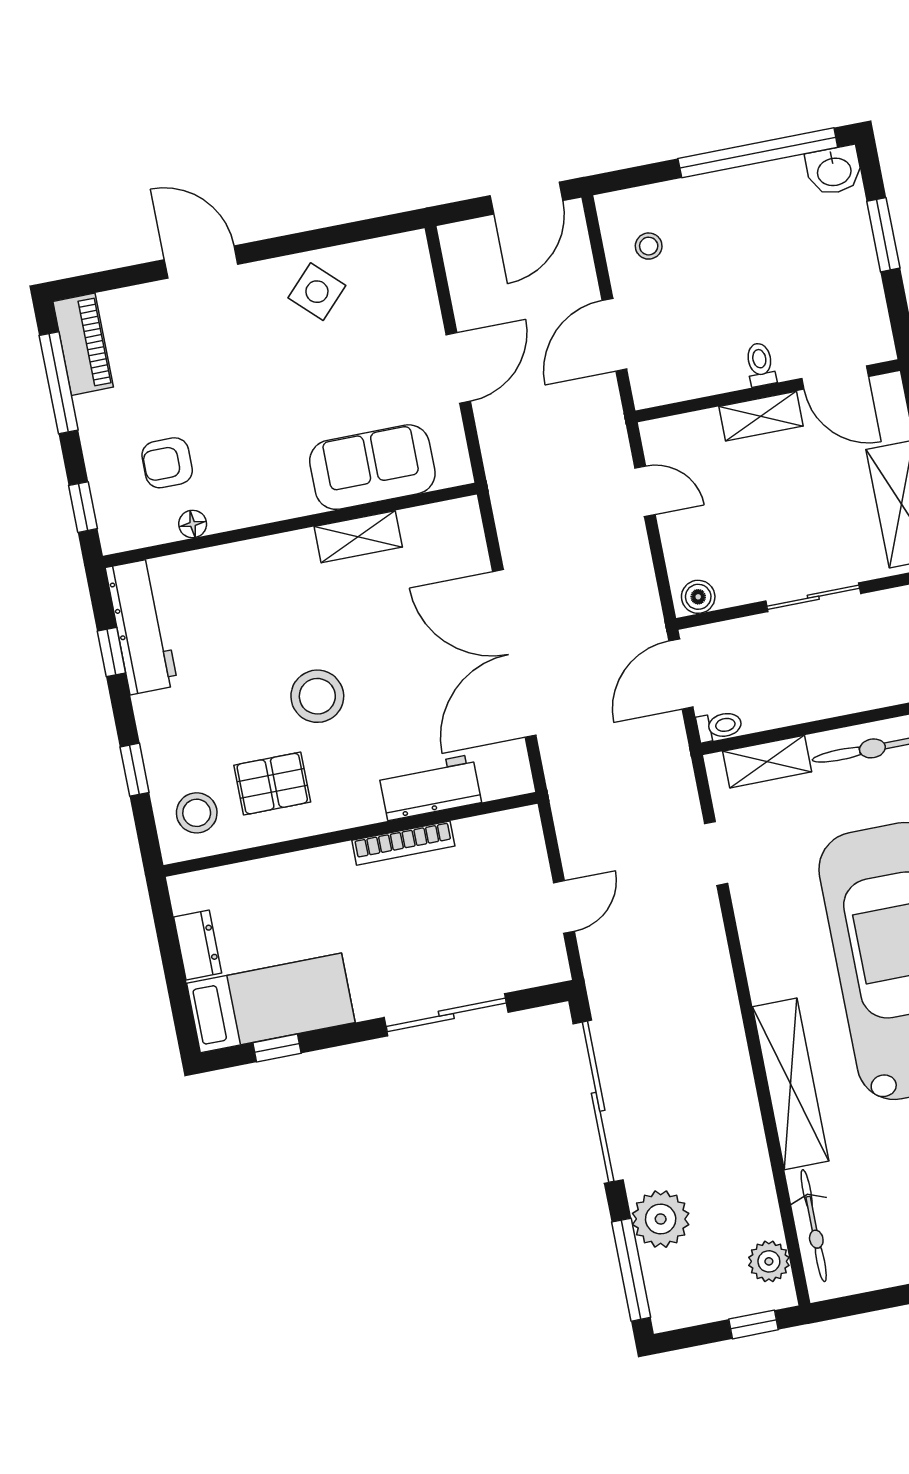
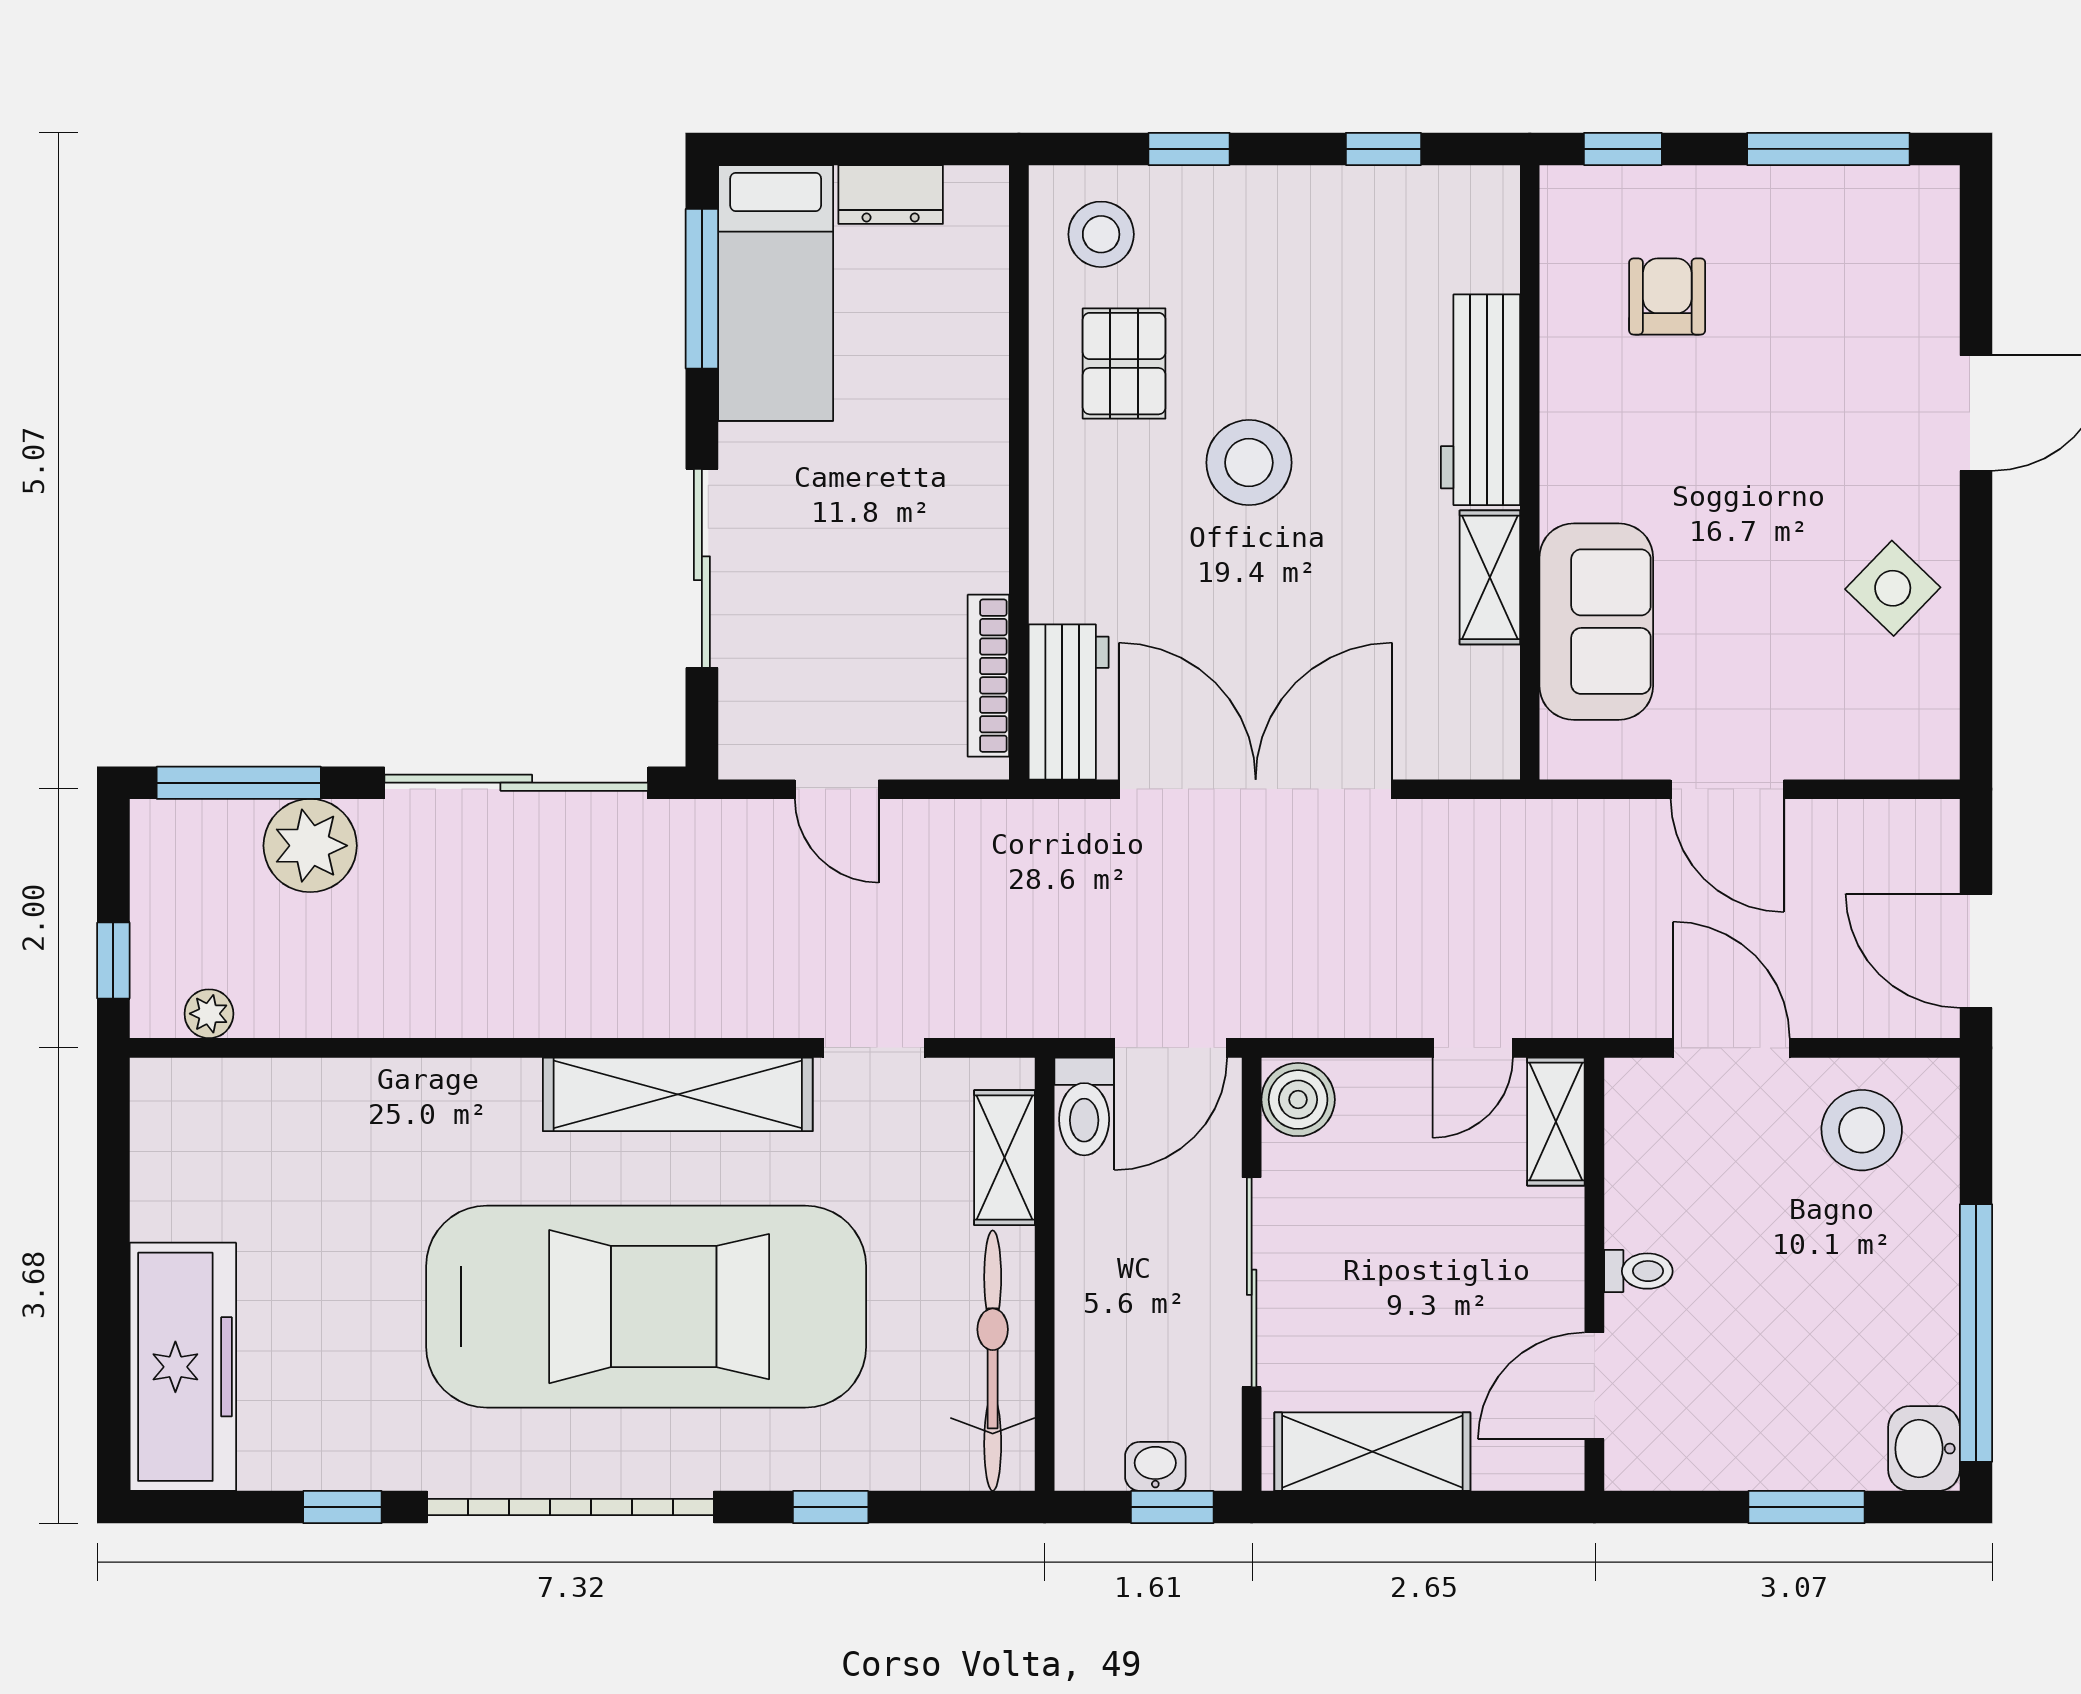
stool: (649, 246) -> (1862, 1130), width x1.89, depth x1.89
piano: (83, 344) -> (1882, 200), removed
shelving: (761, 416) -> (1556, 1122), moved
floor lamp: (193, 524) -> (1562, 318), removed
boiler: (698, 597) -> (1298, 1100), width x1.36, depth x1.36
sliding door: (813, 597) -> (1252, 1282), width x1.37
workbench: (142, 627) -> (1480, 400), moved, turned 90
door: (681, 674) -> (1171, 1048), swing flipped
toilet: (719, 726) -> (1084, 1107), width x1.37, depth x1.39
workbench: (430, 787) -> (1069, 702), moved
bookcase: (403, 843) -> (988, 676), moved
window: (277, 1048) -> (702, 289), width x2.17
shelving: (791, 1084) -> (678, 1094), moved
bicycle: (814, 1226) -> (252, 1087), removed
plant: (769, 1261) -> (209, 1014), width x0.73, depth x0.73

